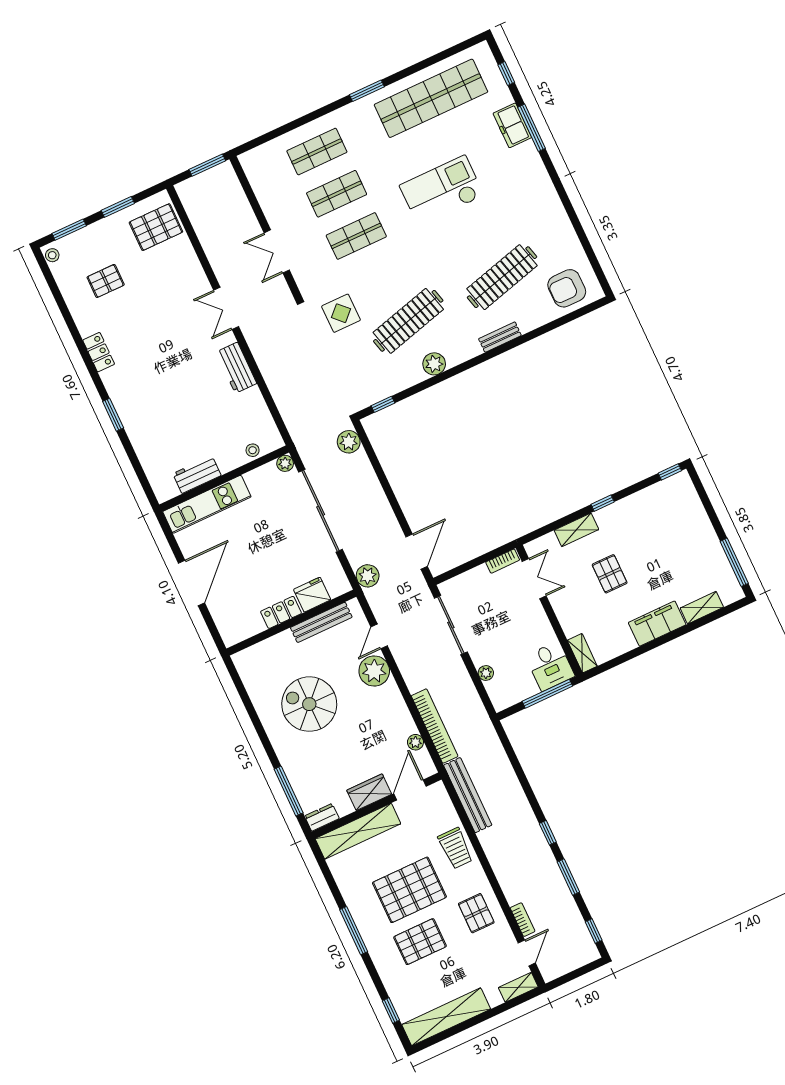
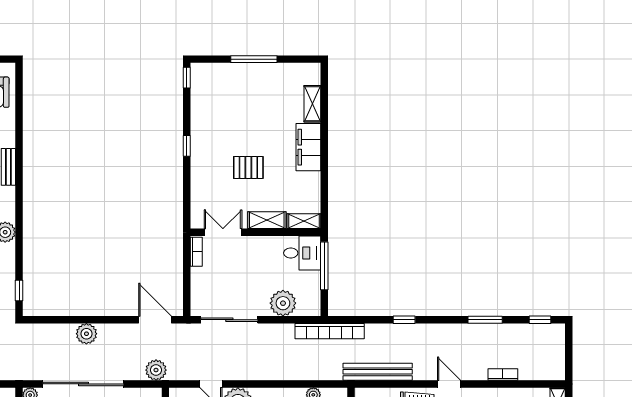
plant: (349, 442) -> (86, 334), moved
shelving: (576, 530) -> (267, 220), moved, turned 90
window: (734, 562) -> (254, 59), moved
plant: (486, 673) -> (283, 303), width x1.87, depth x1.87
bookcase: (435, 726) -> (330, 331), moved, turned 180
window: (548, 833) -> (404, 320), moved
door: (527, 953) -> (449, 384), moved

